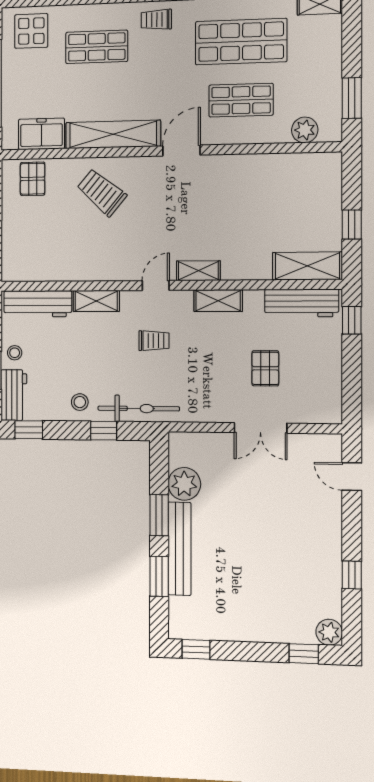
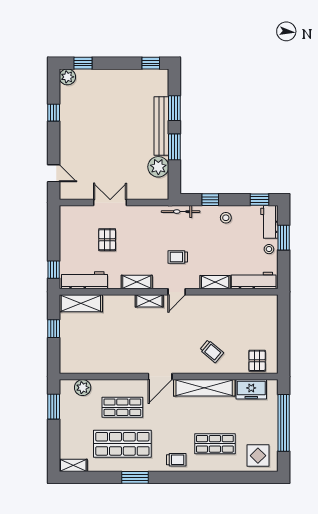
trolley: (102, 192) -> (212, 351), width x0.73, depth x0.72
bicycle: (139, 408) -> (181, 212), width x0.73, depth x0.71

